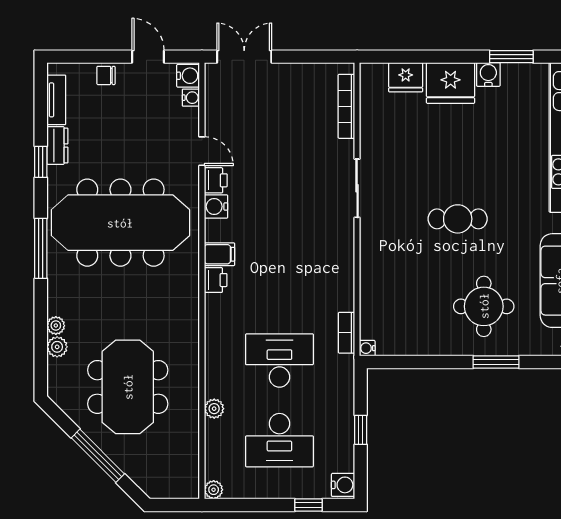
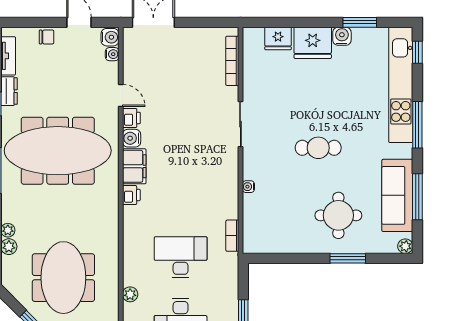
chair: (106, 75) -> (47, 37), turned 180
filing cabinet: (219, 254) -> (134, 166), width x2.00
water cooler: (367, 348) -> (248, 187), moved

